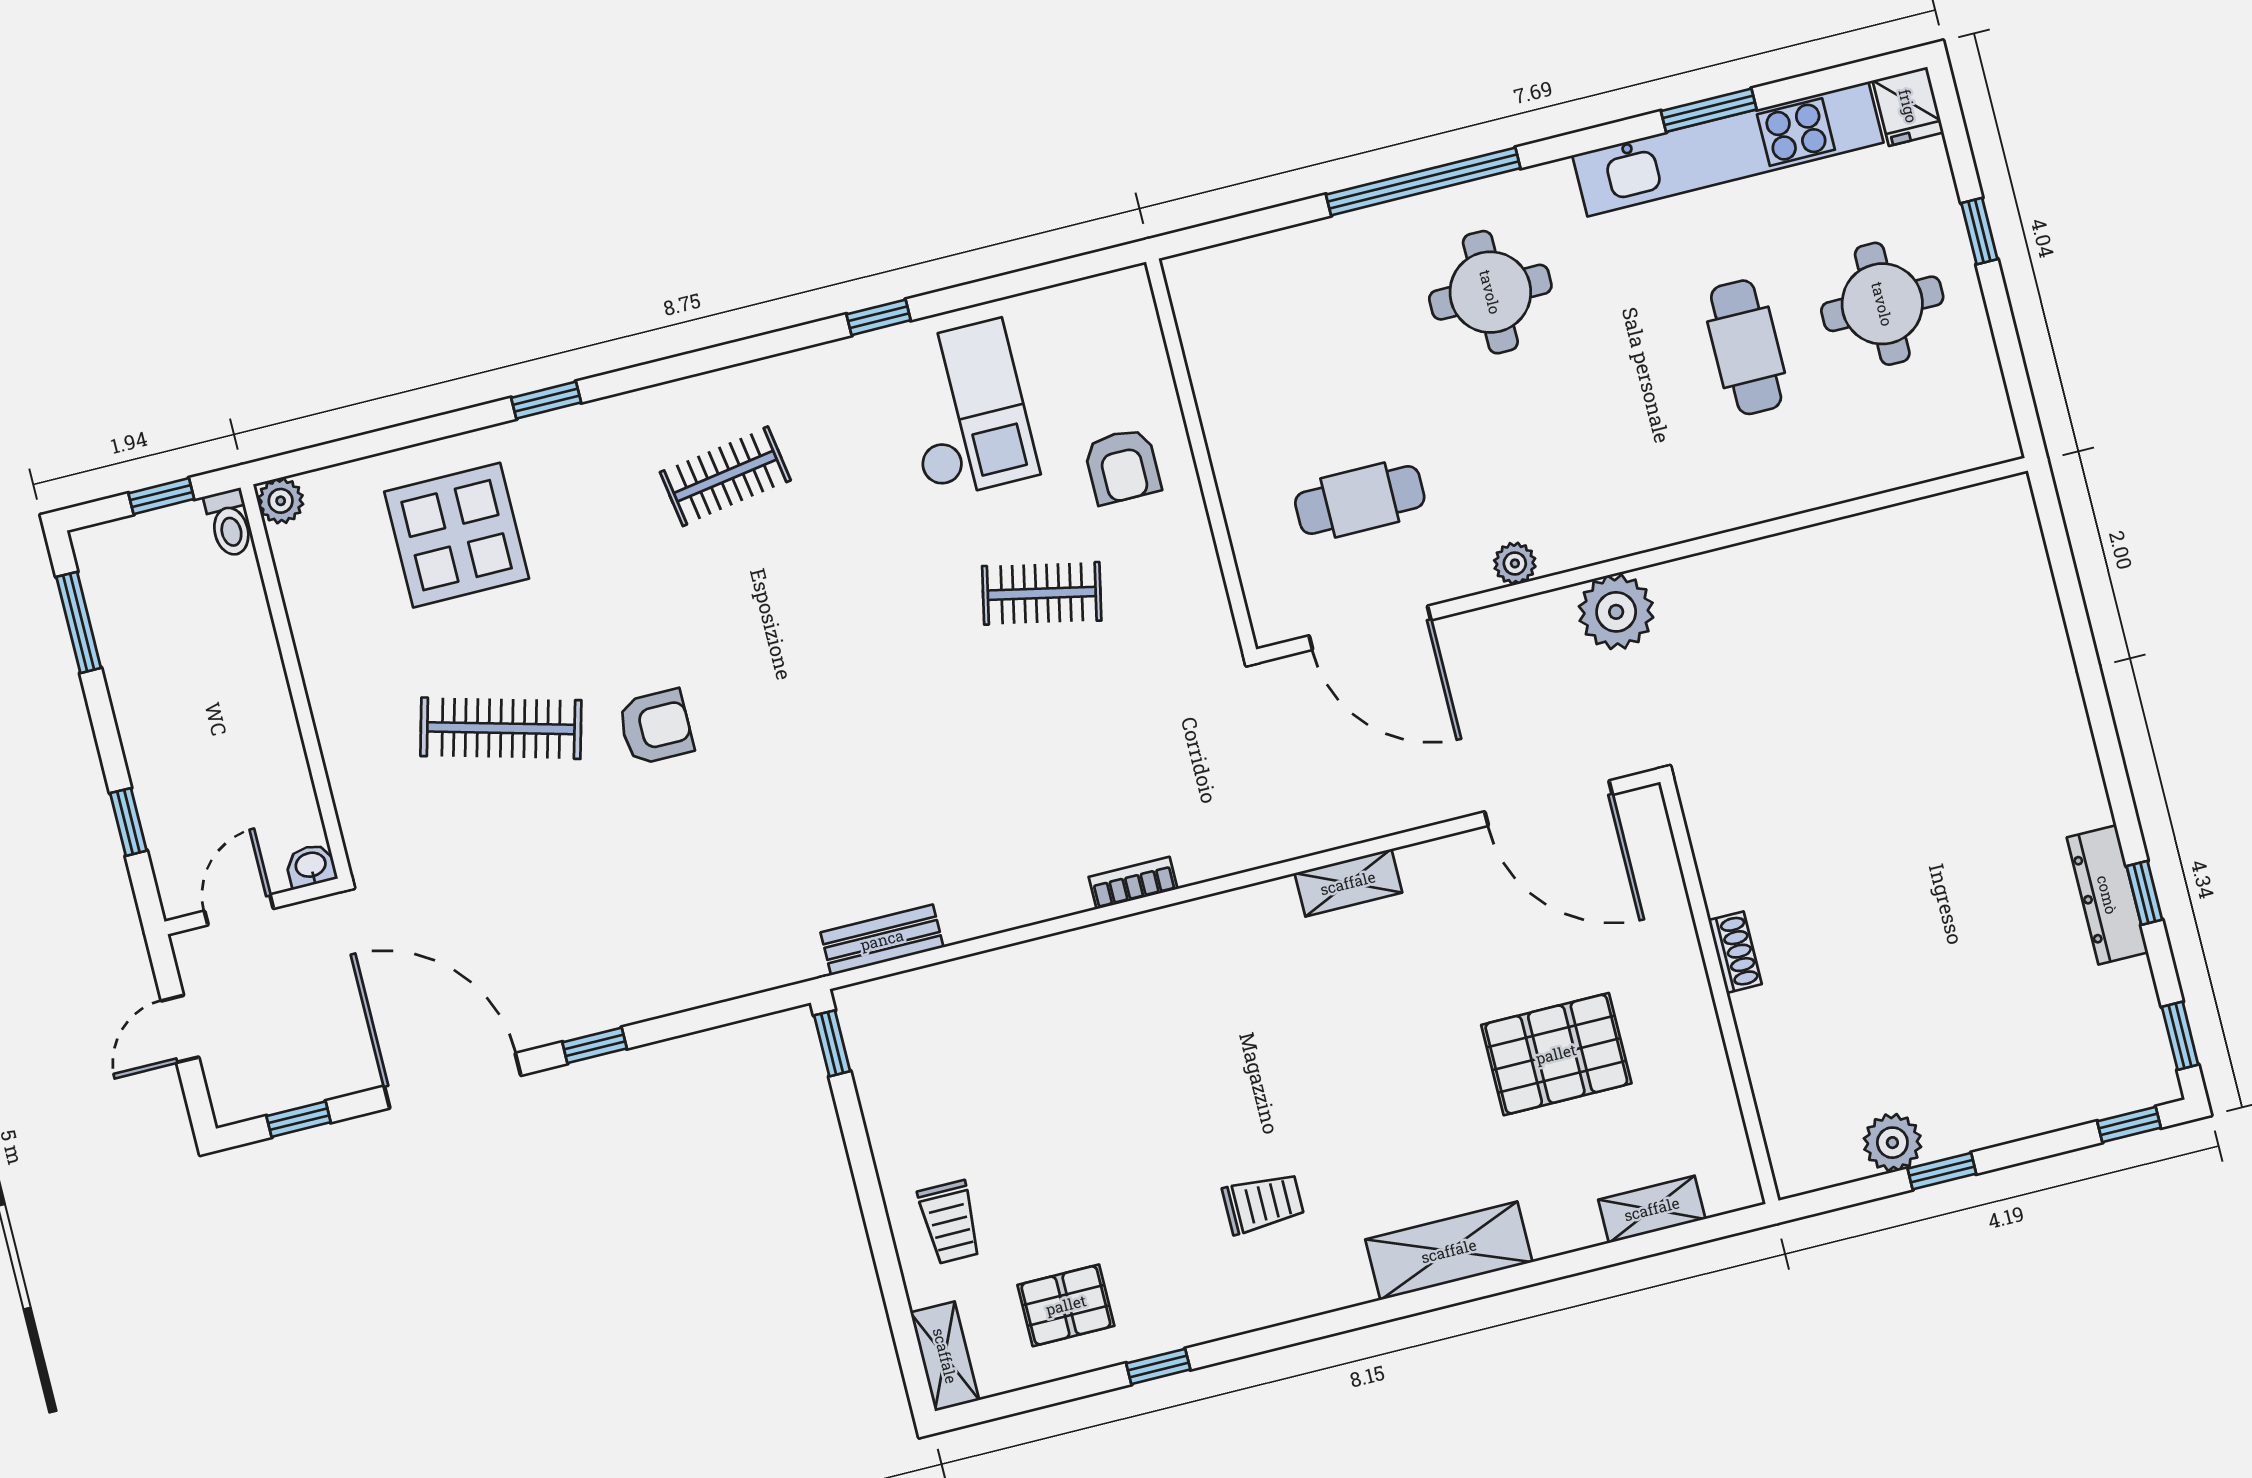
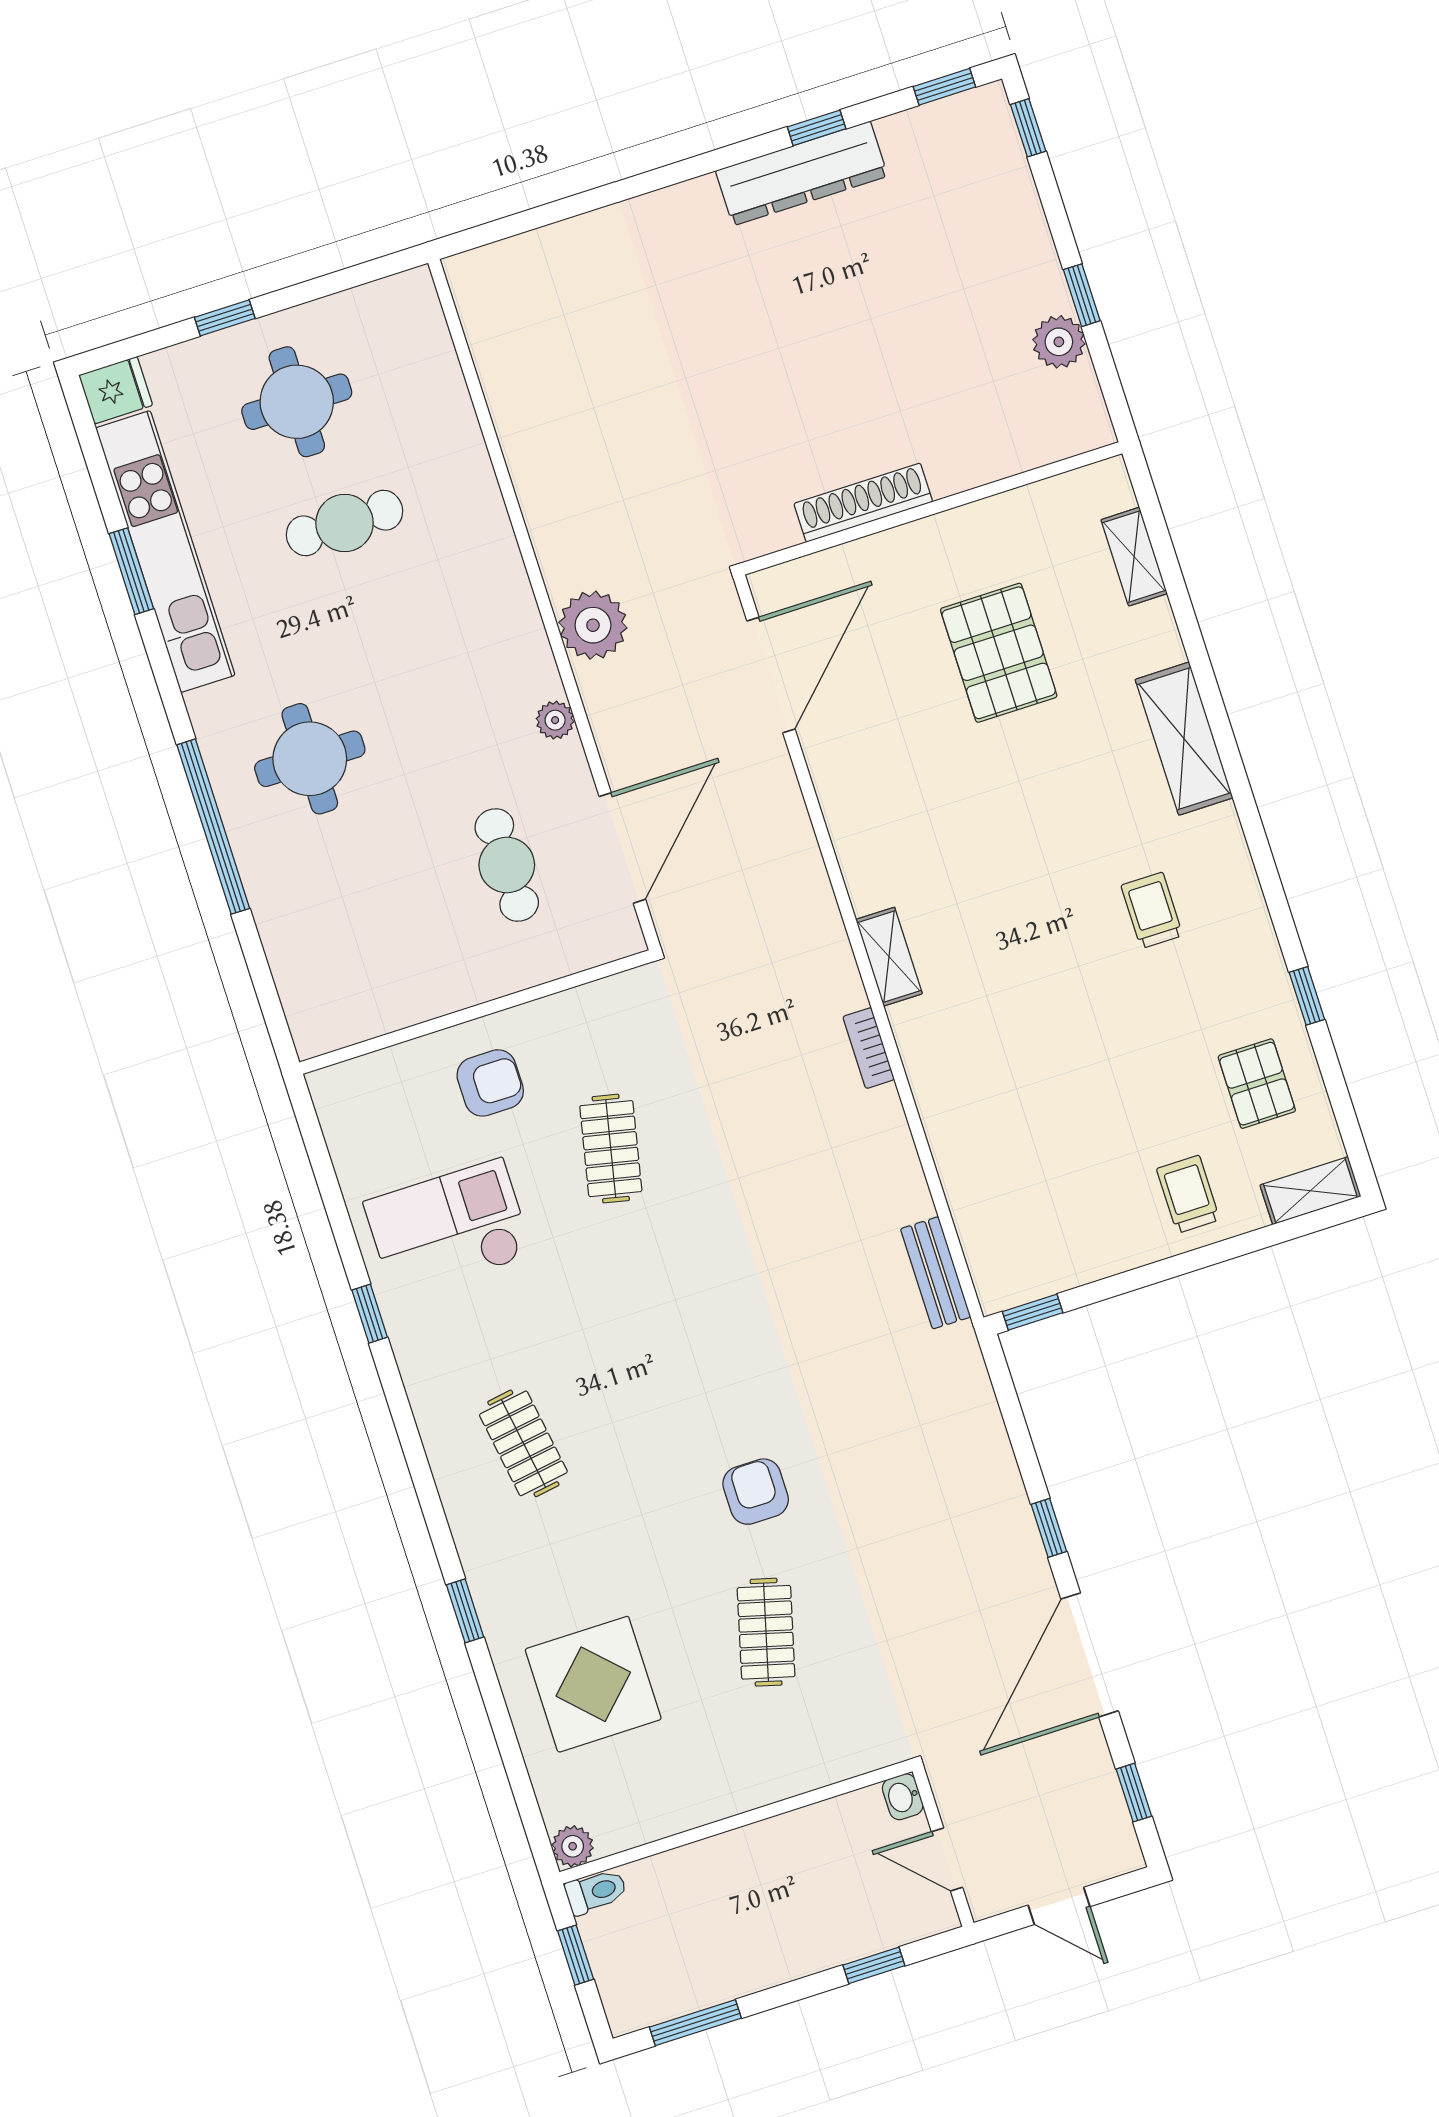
clothes rail: (501, 728) -> (766, 1632), width x0.73
shelving: (1348, 883) -> (889, 957), moved
dresser: (2107, 895) -> (802, 173), width x1.37, depth x1.24
shoe rack: (1735, 952) -> (863, 503), width x1.94, depth x1.24
trolley: (950, 1222) -> (1188, 1194), turned -90

